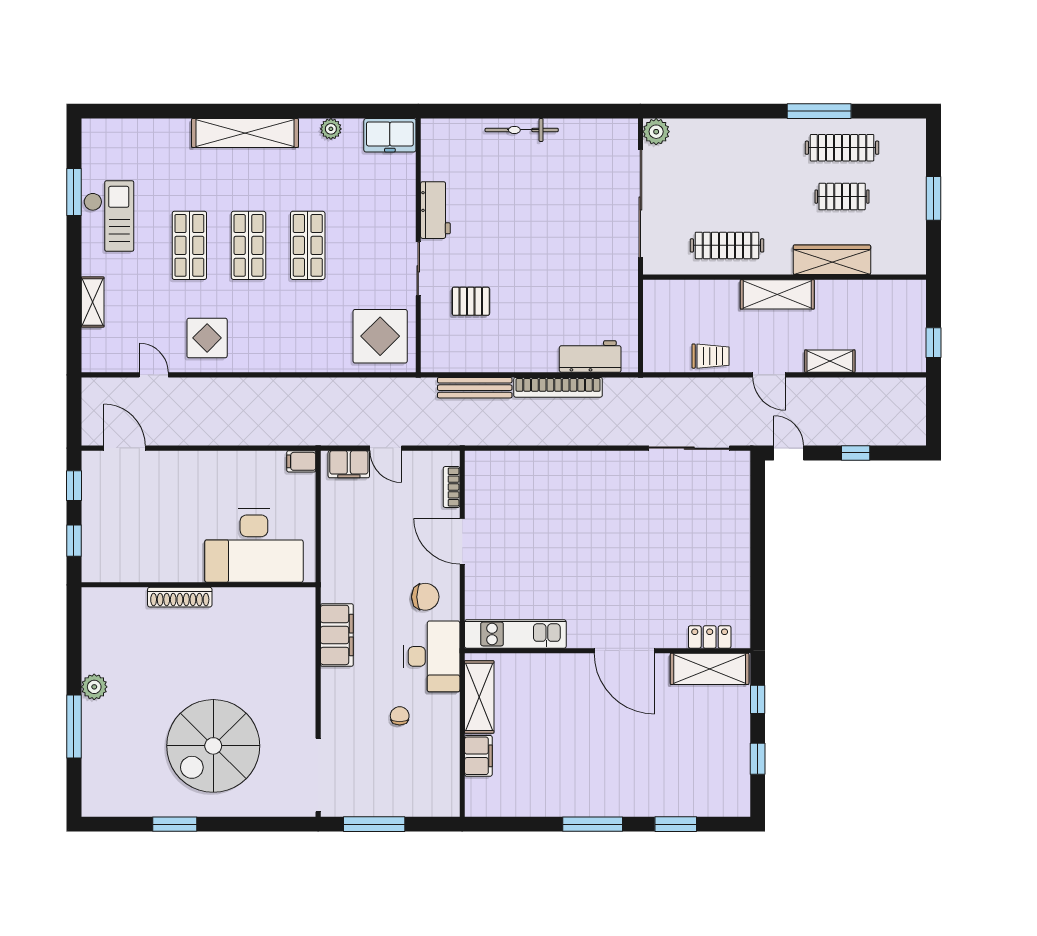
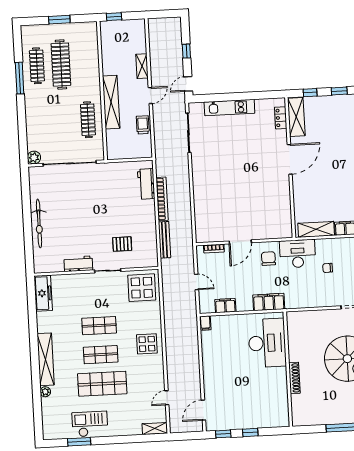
plant: (331, 129) -> (45, 392), moved
bicycle: (522, 130) -> (39, 223), width x1.37, depth x1.40
freezer: (390, 135) -> (43, 293), width x1.40
clothes rail: (842, 197) -> (61, 65), width x1.86, depth x1.31
shop shelf: (189, 245) -> (102, 384), width x1.43, depth x1.36
wardrobe: (832, 260) -> (92, 68), removed
shelving: (777, 294) -> (111, 102), width x1.47
pallet: (471, 301) -> (122, 244), turned 90
shelving: (93, 302) -> (155, 428), moved
display table: (207, 338) -> (147, 344), moved
window: (933, 343) -> (114, 17), moved
door: (386, 448) -> (197, 282), hinge flipped
filing cabinet: (349, 464) -> (225, 306), moved, turned -90
desk: (254, 546) -> (267, 343), moved
wall: (198, 585) -> (288, 369), moved
shoe rack: (180, 597) -> (294, 378), moved
kitchen unit: (515, 634) -> (229, 108), moved, turned -90
filing cabinet: (337, 635) -> (269, 302), moved
plant: (94, 687) -> (322, 419), removed

